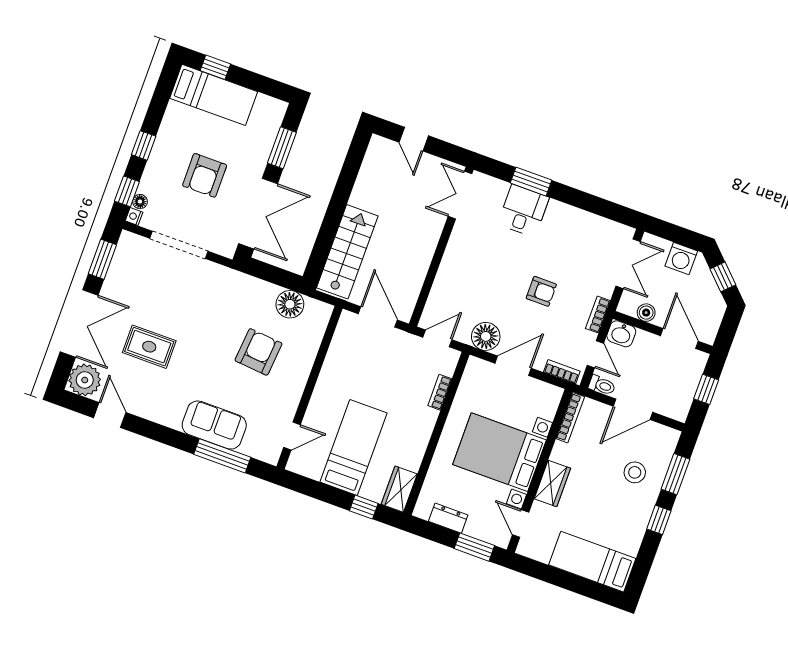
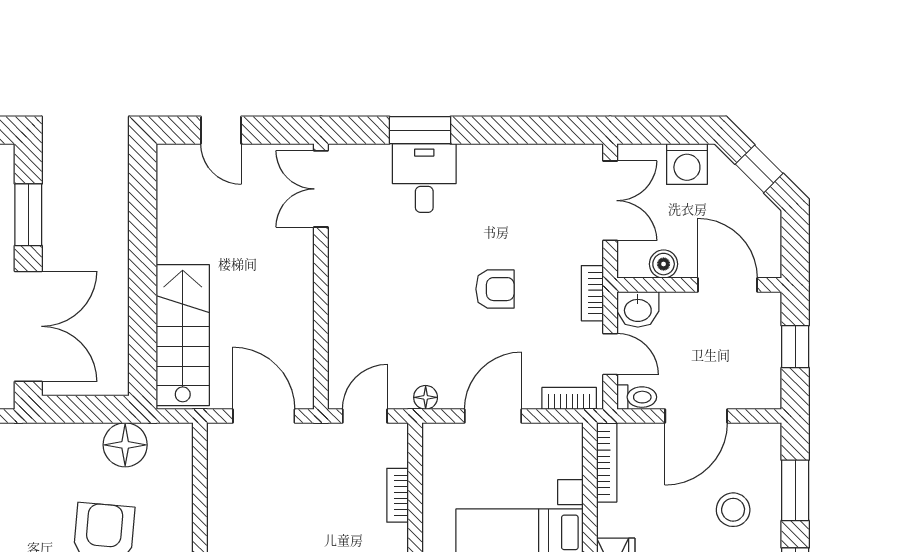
floor lamp: (486, 336) -> (426, 397), width x0.53, depth x0.53

